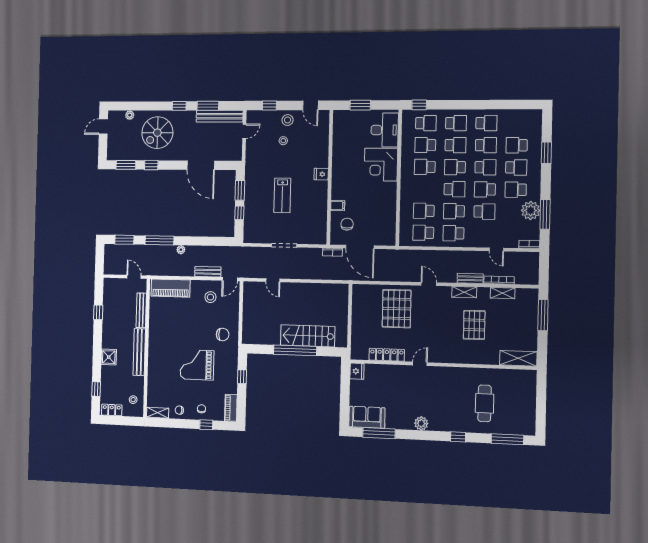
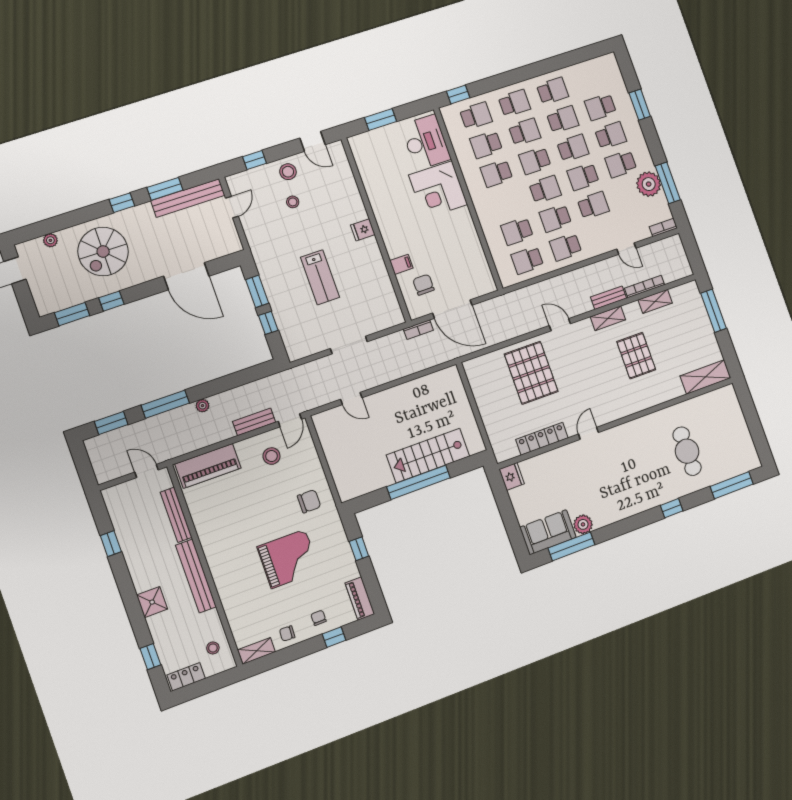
grand piano: (197, 365) -> (288, 559), turned 180
plant: (421, 423) -> (583, 524), moved

